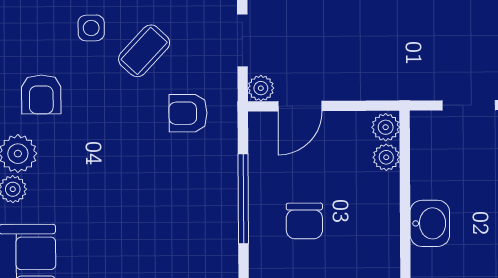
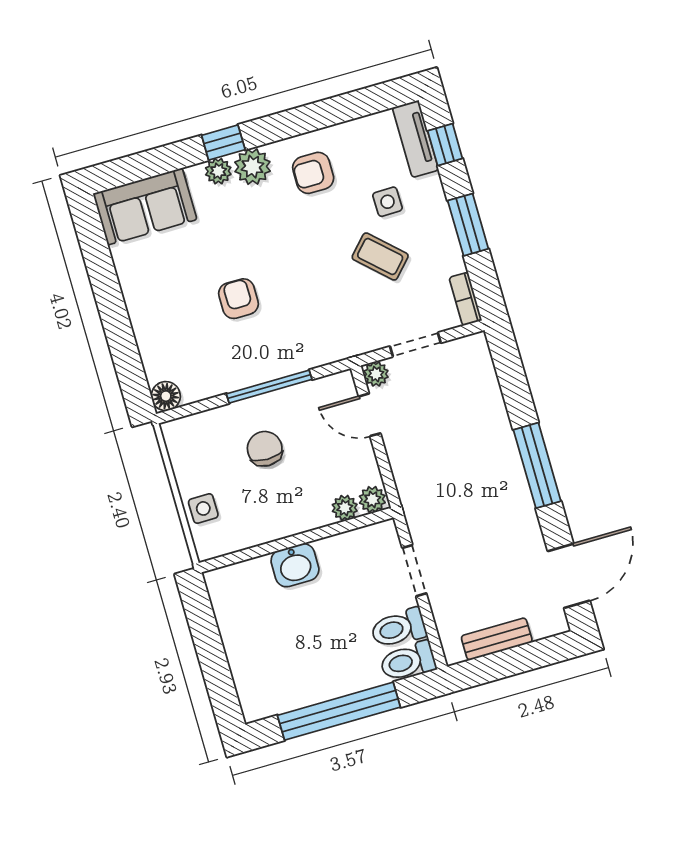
armchair: (188, 113) -> (238, 299), moved
chair: (304, 221) -> (265, 449), turned 90

